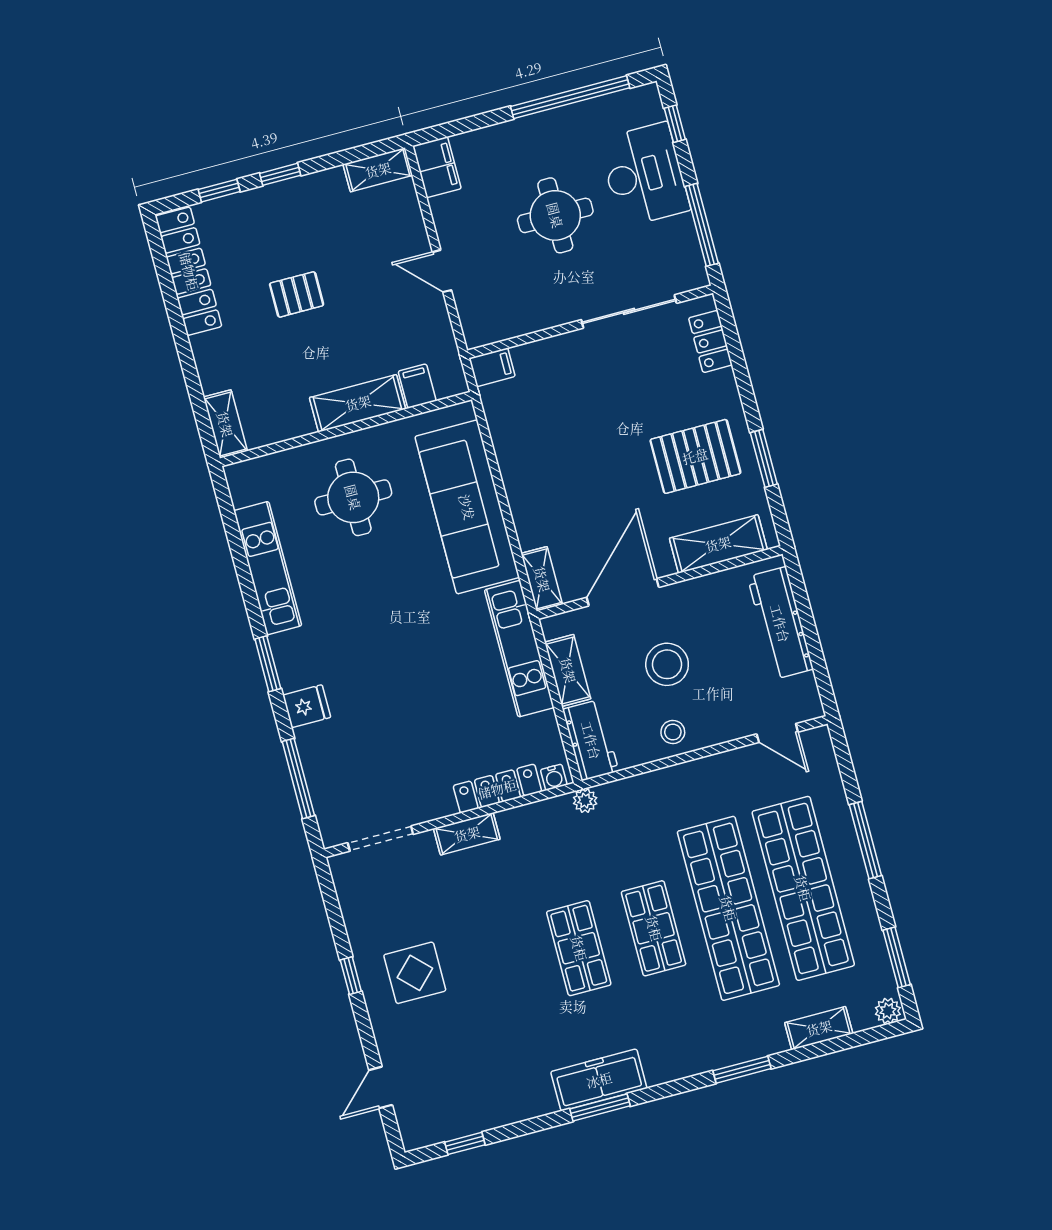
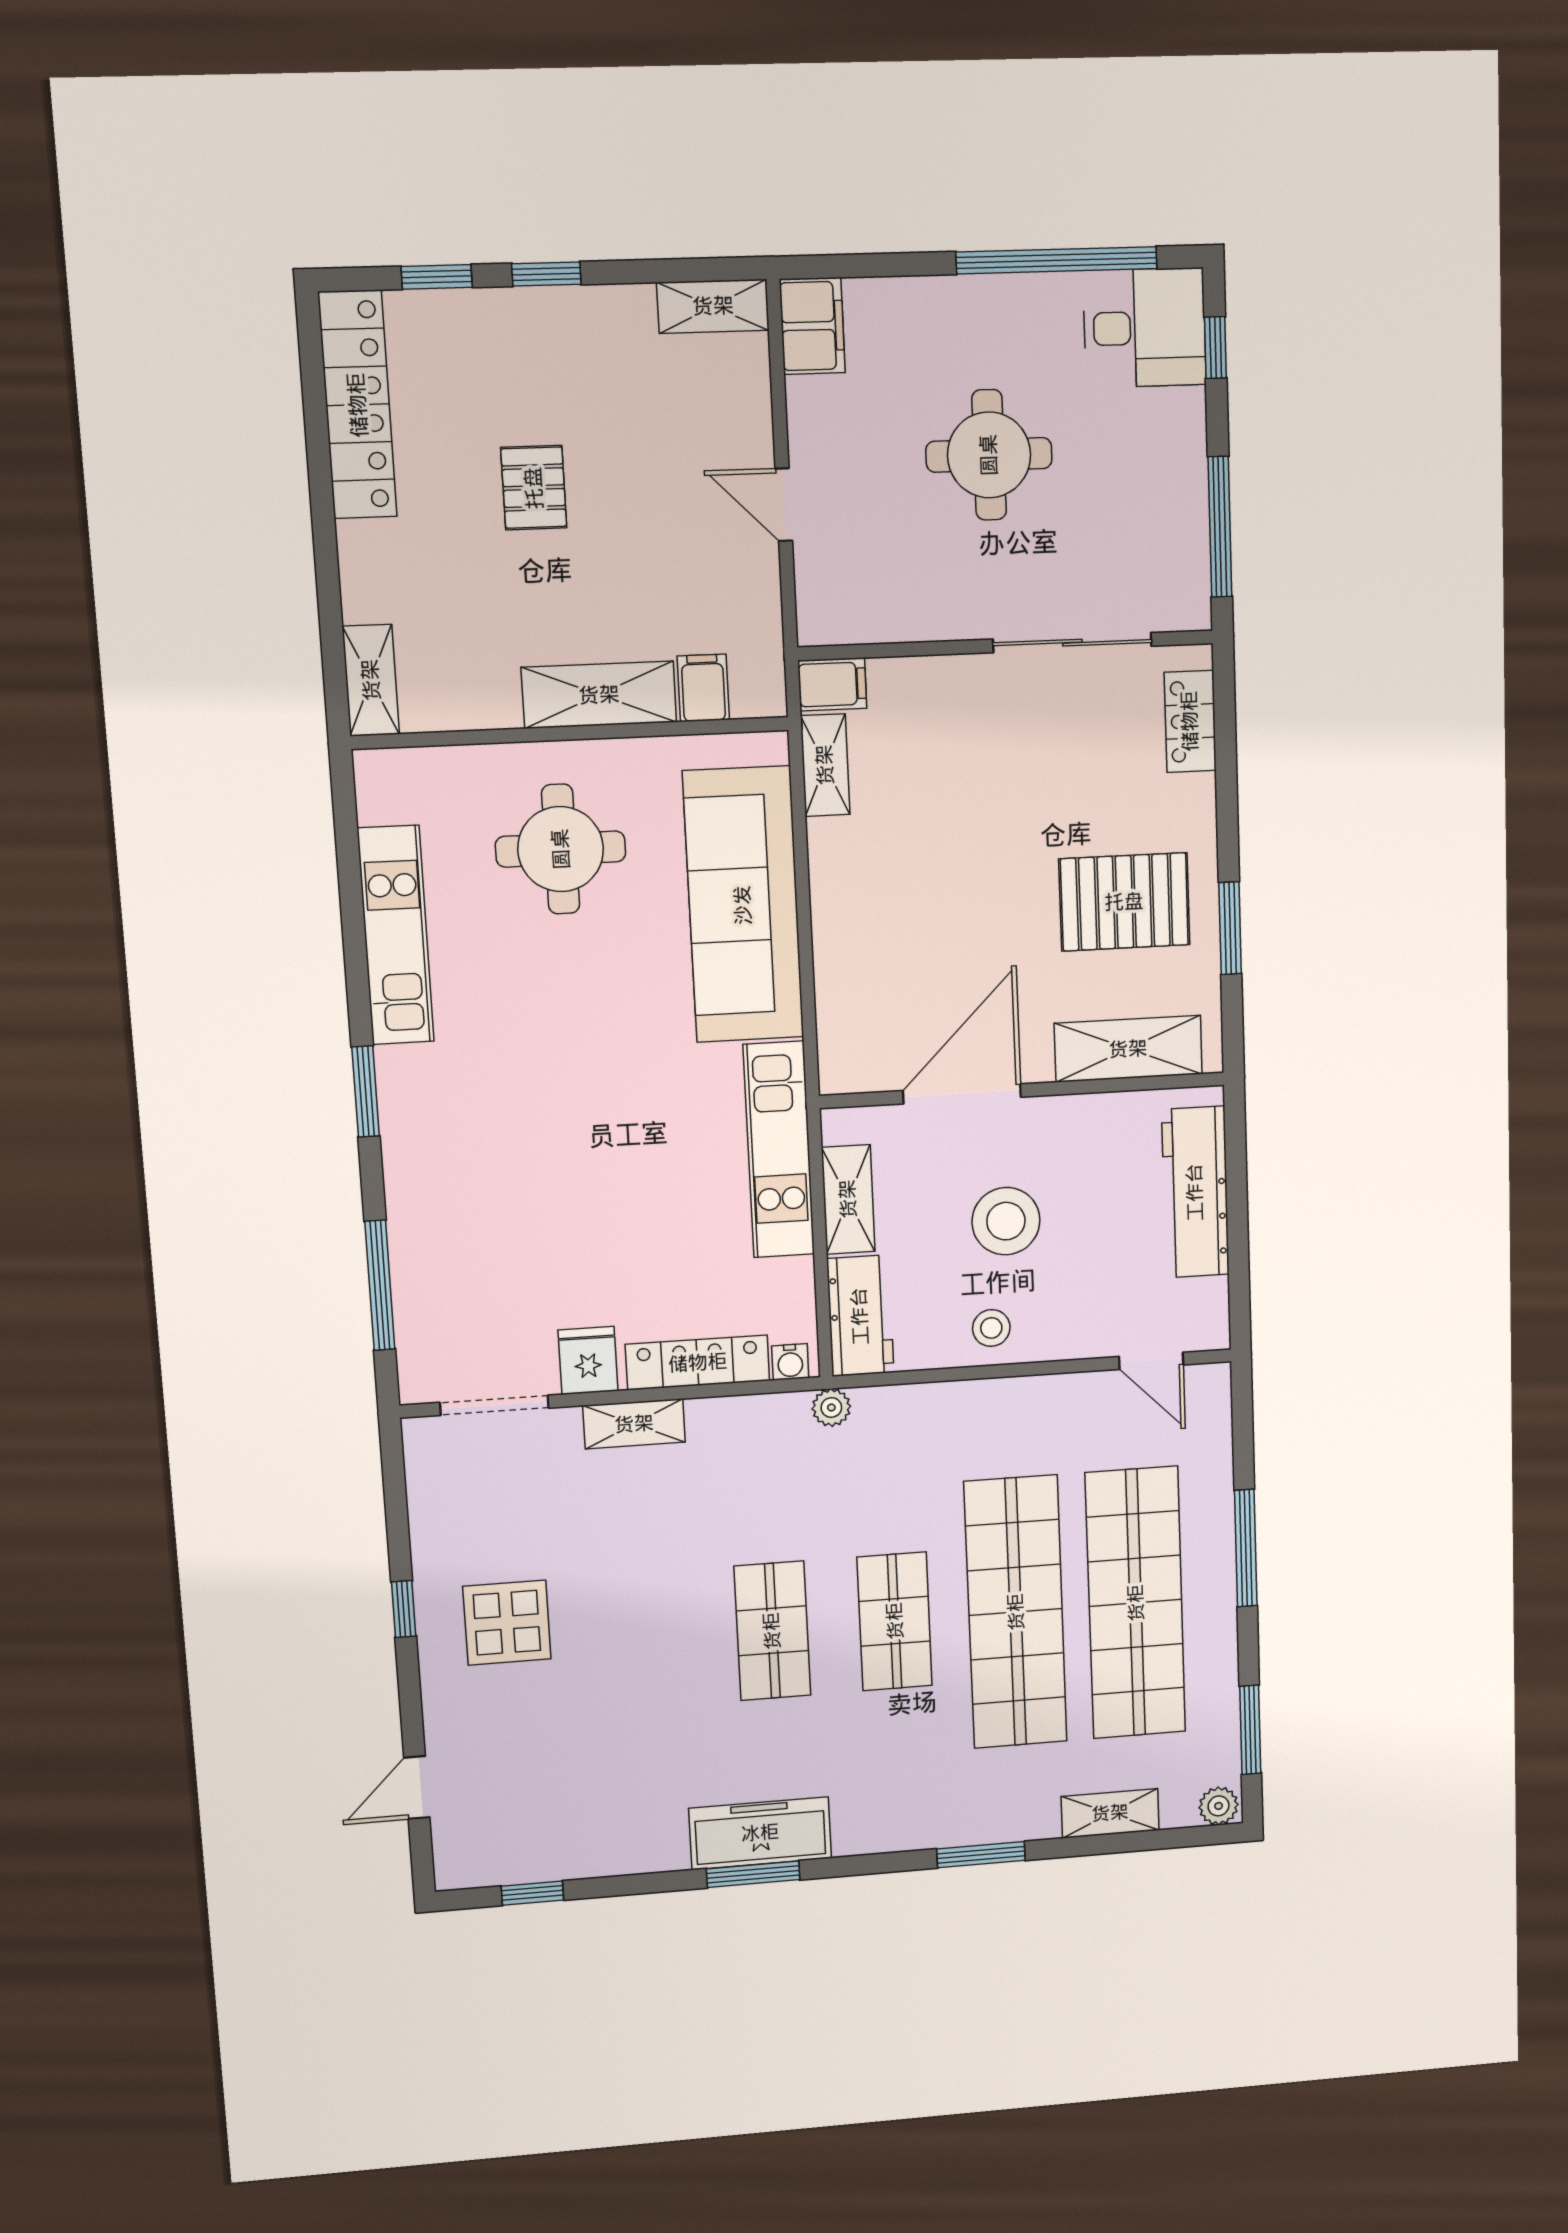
desk: (644, 175) -> (1145, 328), moved, width x0.73
pallet: (297, 294) -> (534, 488), turned 90
shelving: (542, 579) -> (825, 765), moved
fridge: (307, 706) -> (588, 1360), moved, turned -90

